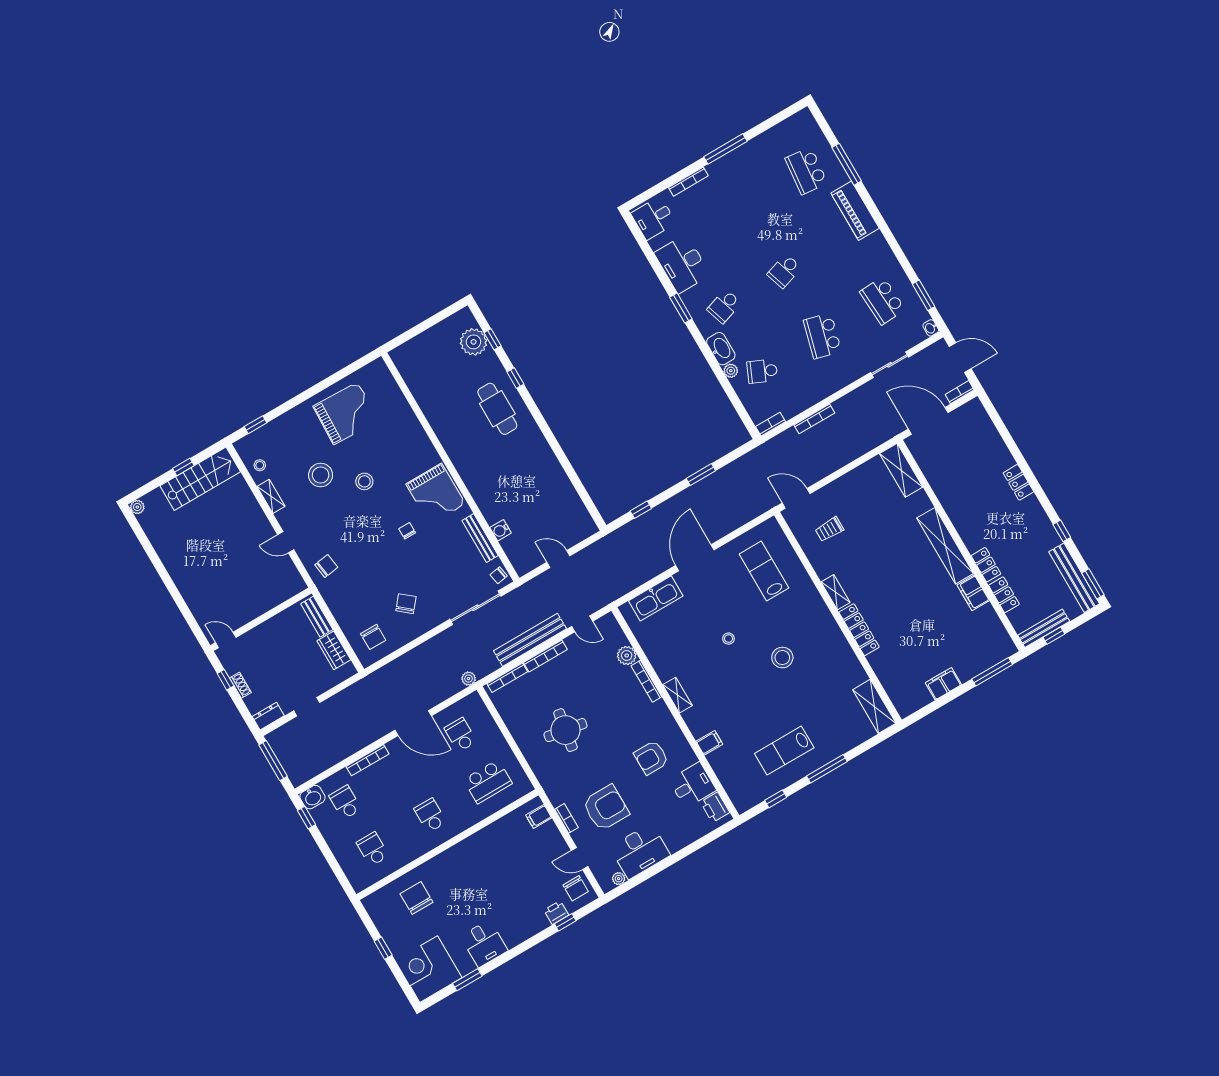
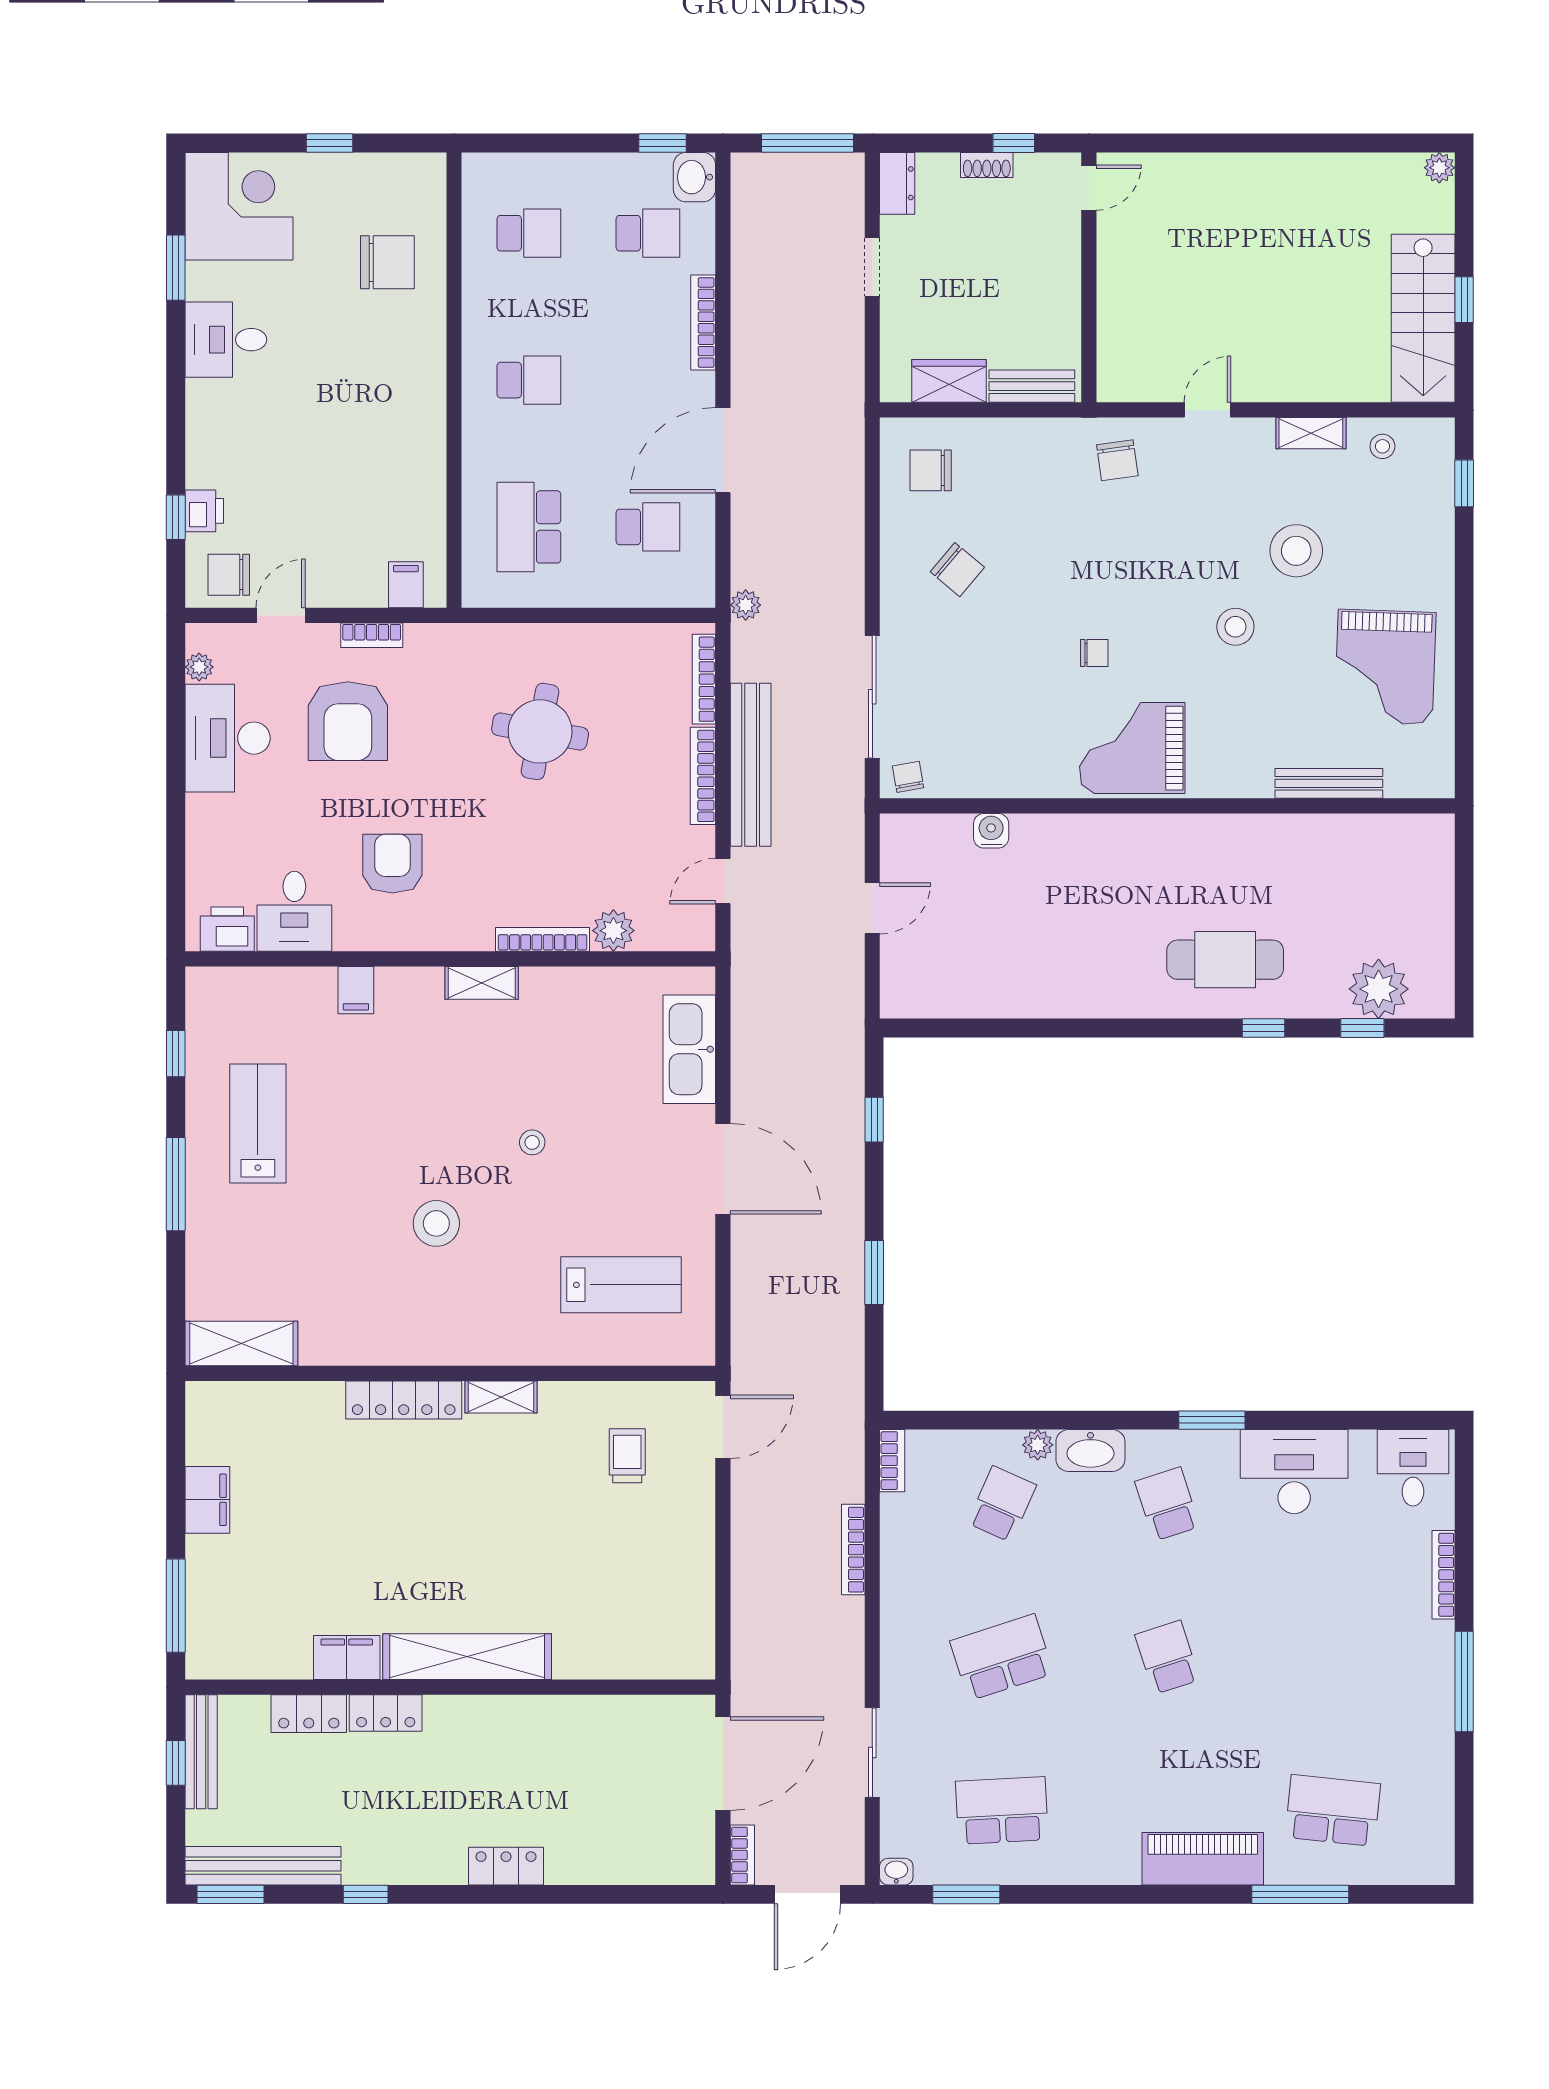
school desk: (822, 336) -> (1002, 1657), turned -33
shelving: (901, 470) -> (659, 1657), removed
bench: (480, 538) -> (1329, 783), moved

